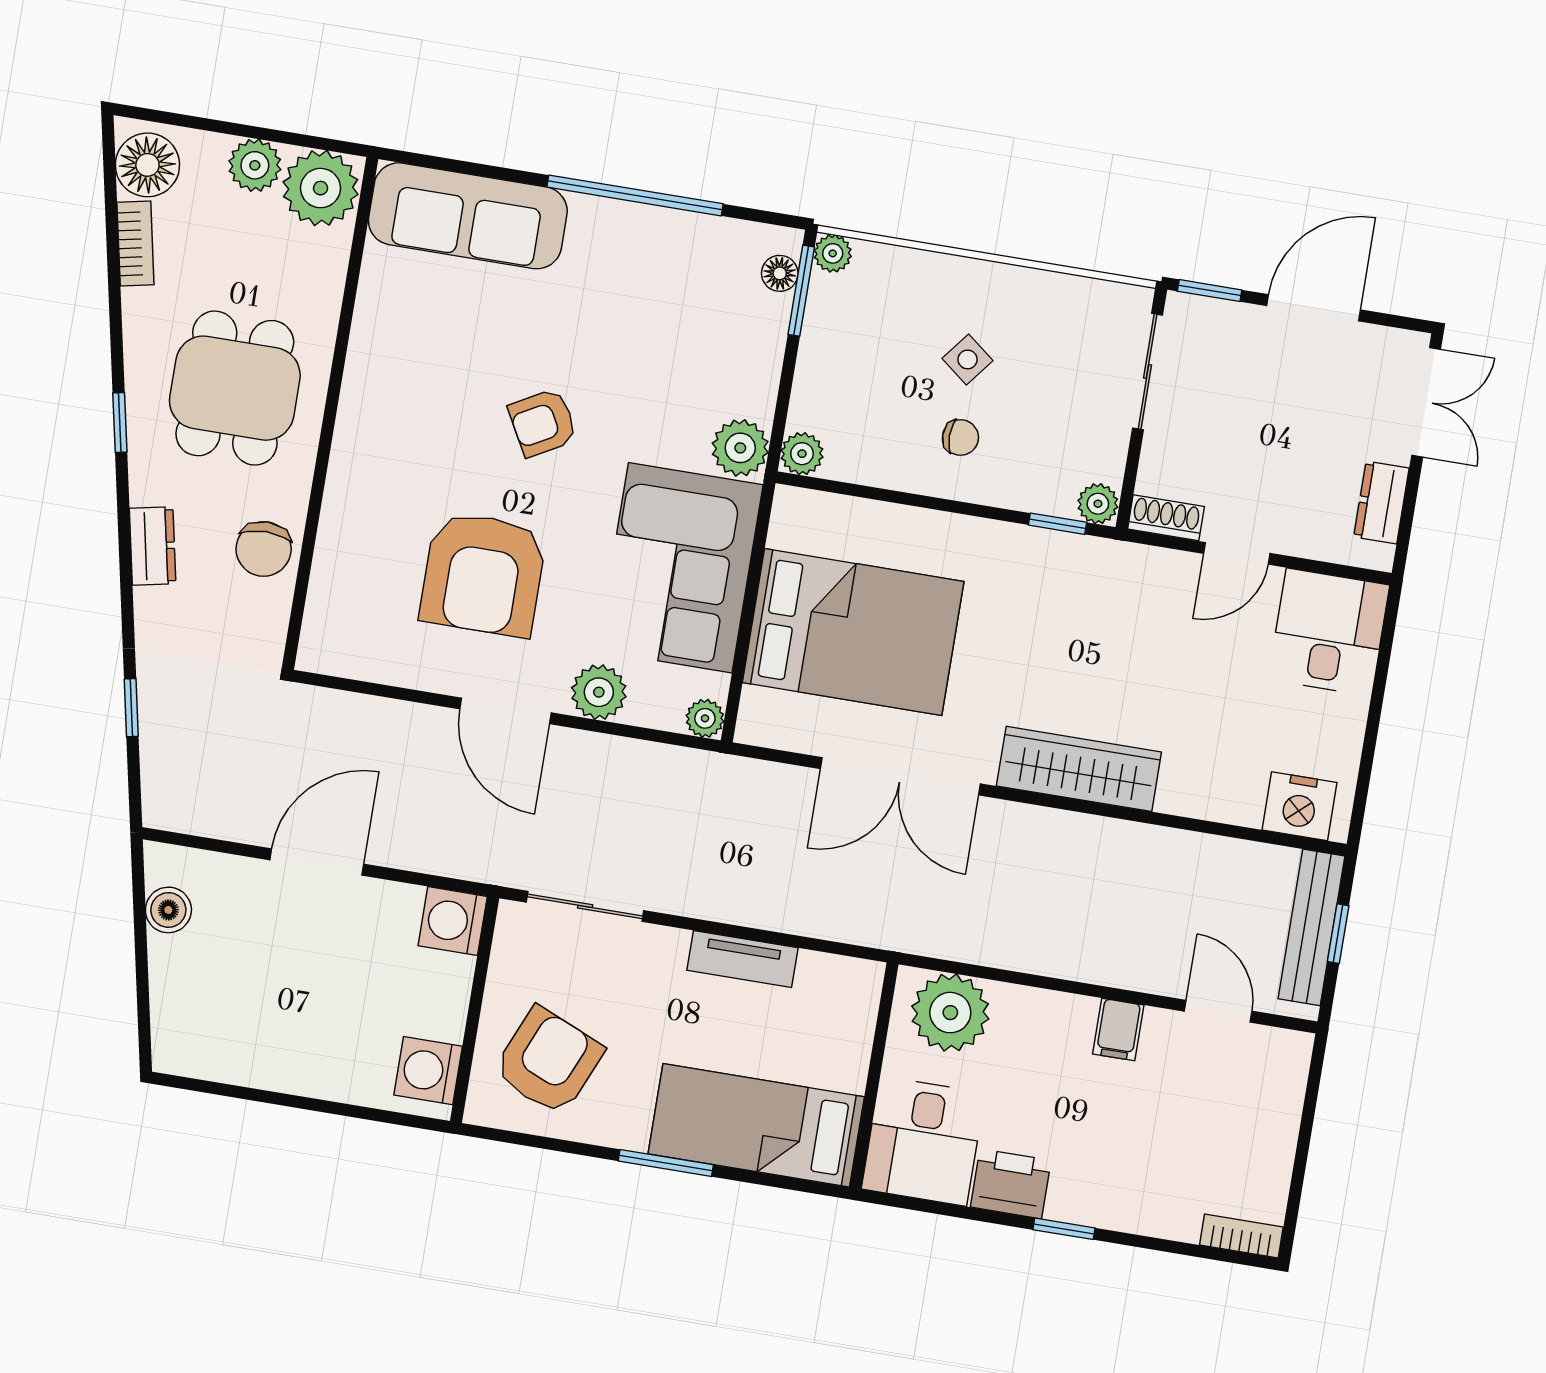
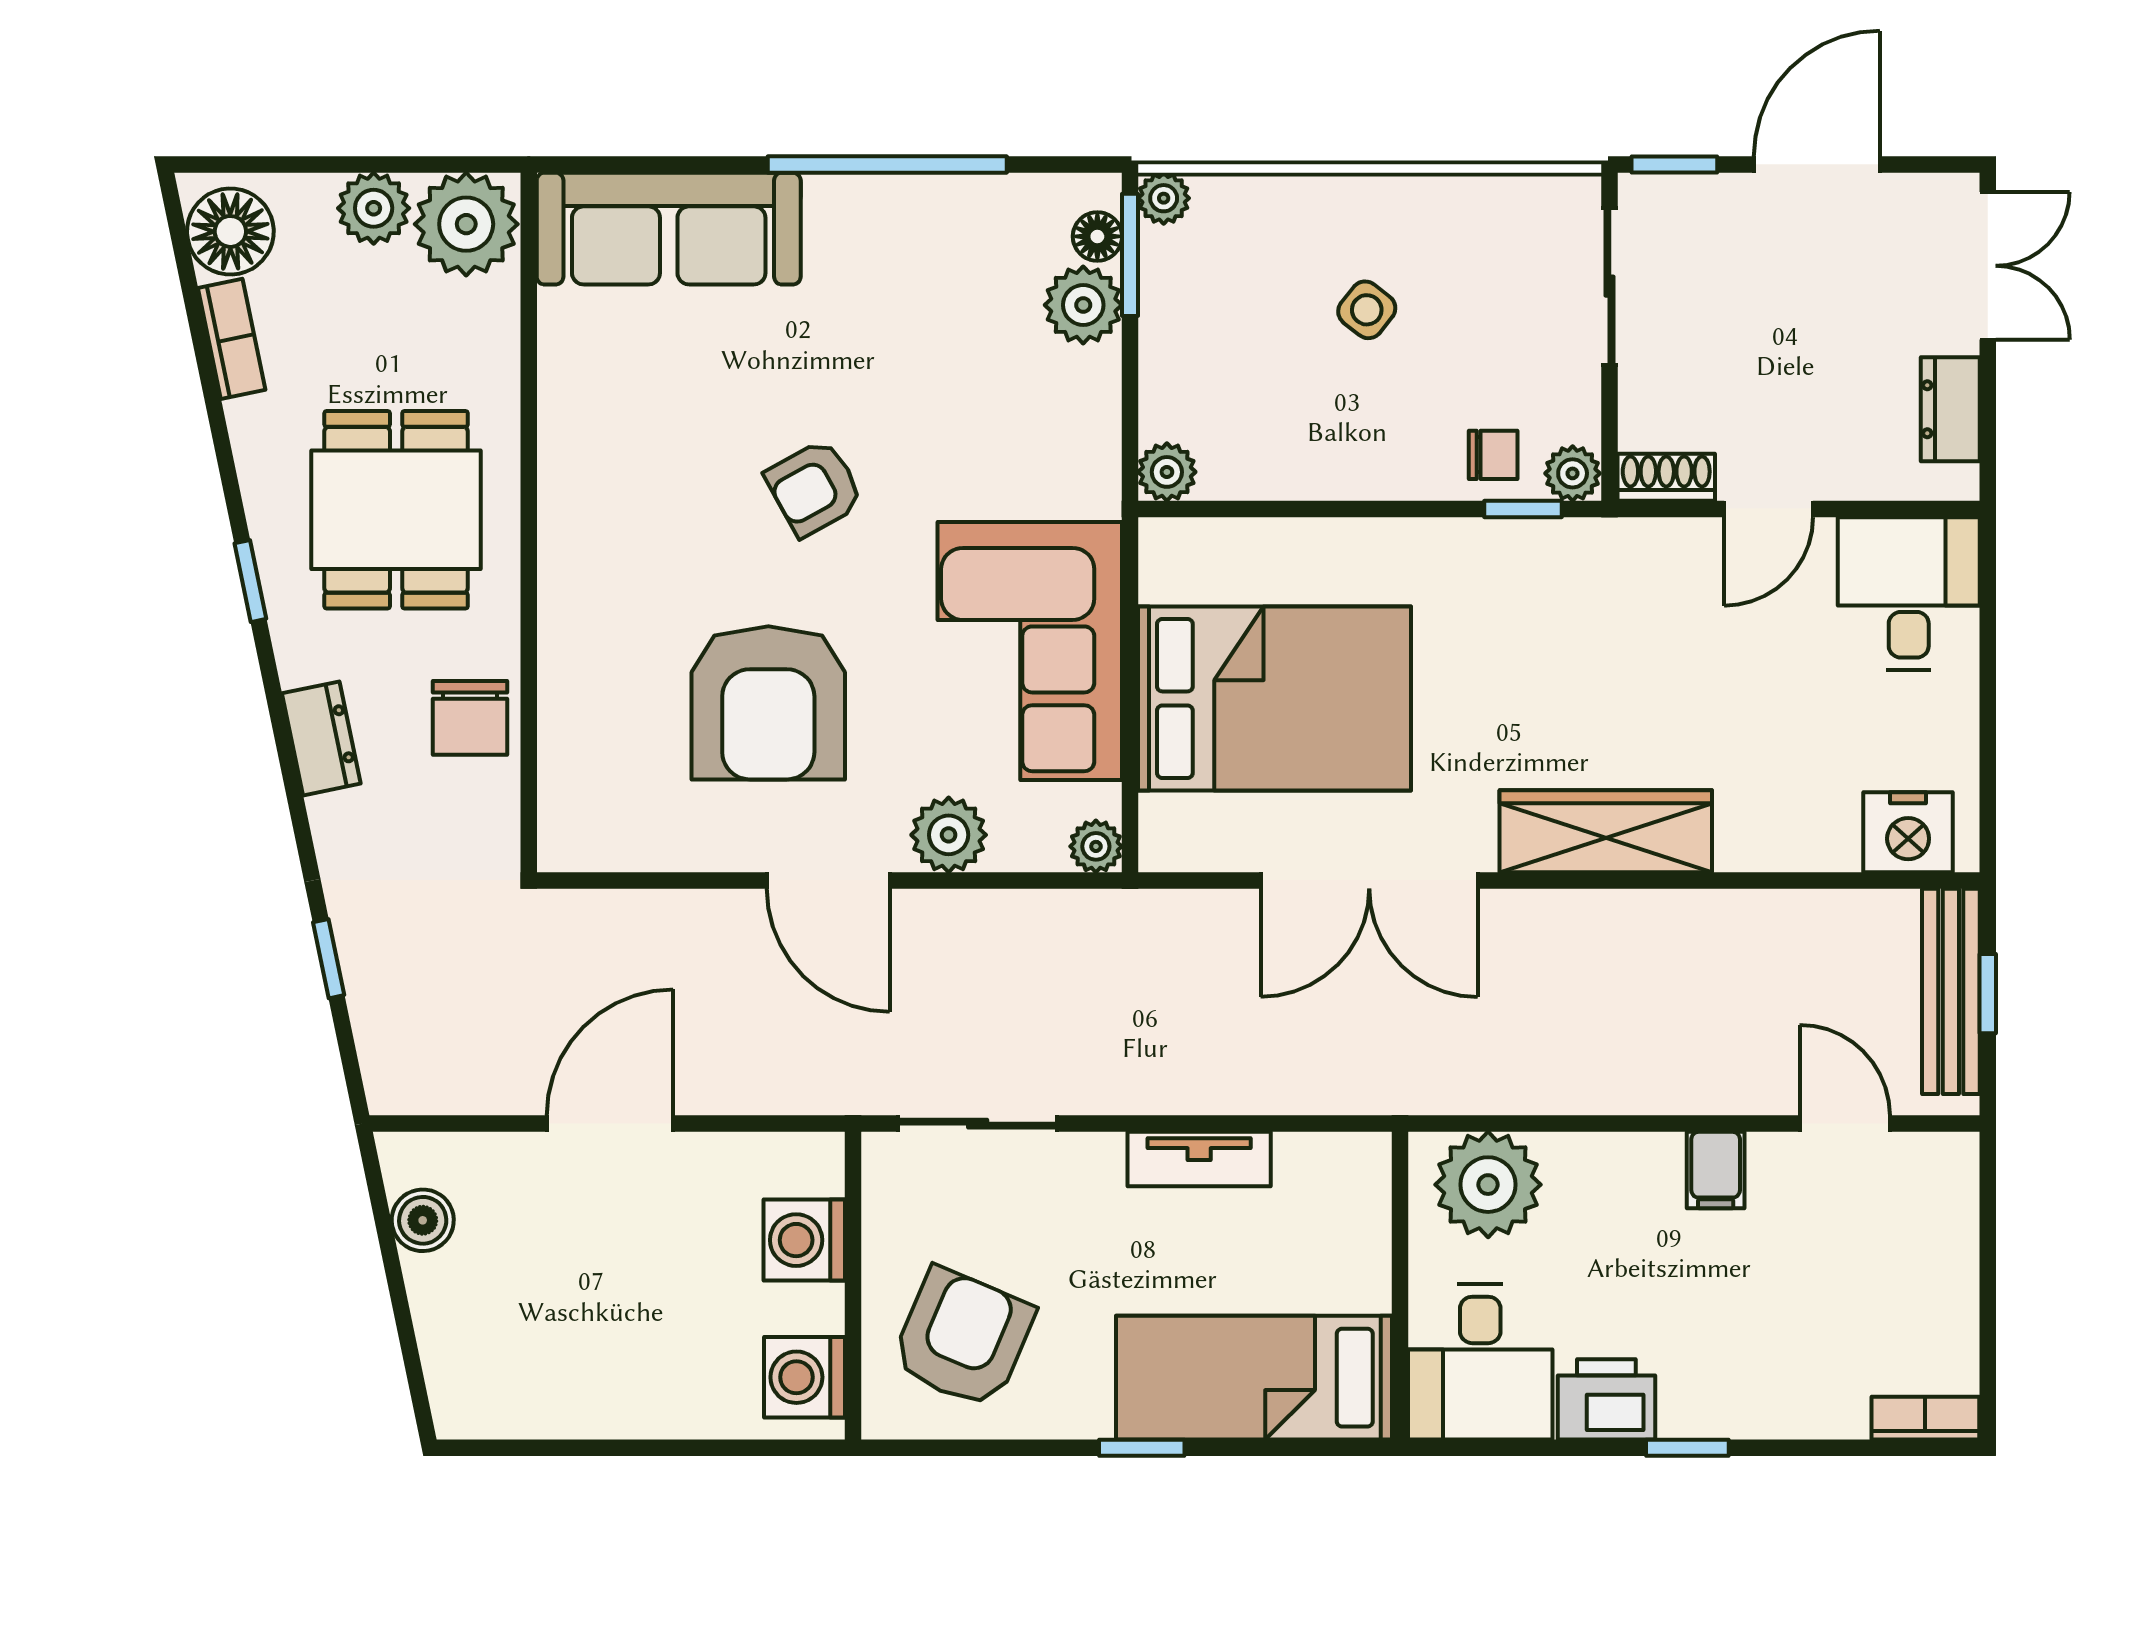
chair: (960, 437) -> (1493, 455), moved
plant: (740, 448) -> (1083, 305), moved
washing machine: (453, 921) -> (804, 1240), moved
window: (666, 1163) -> (1142, 1448), width x0.67

